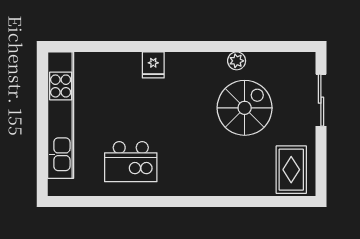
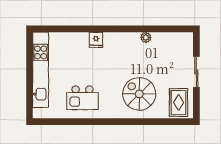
sliding door: (321, 100) -> (196, 72), moved
spiral stairs: (245, 108) -> (139, 94), moved, turned -90

